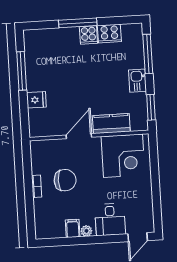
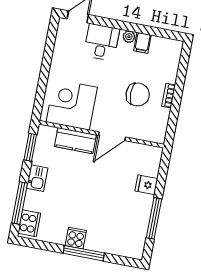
cooker: (109, 34) -> (29, 223), moved, turned 90
chair: (65, 180) -> (138, 94), turned 180

